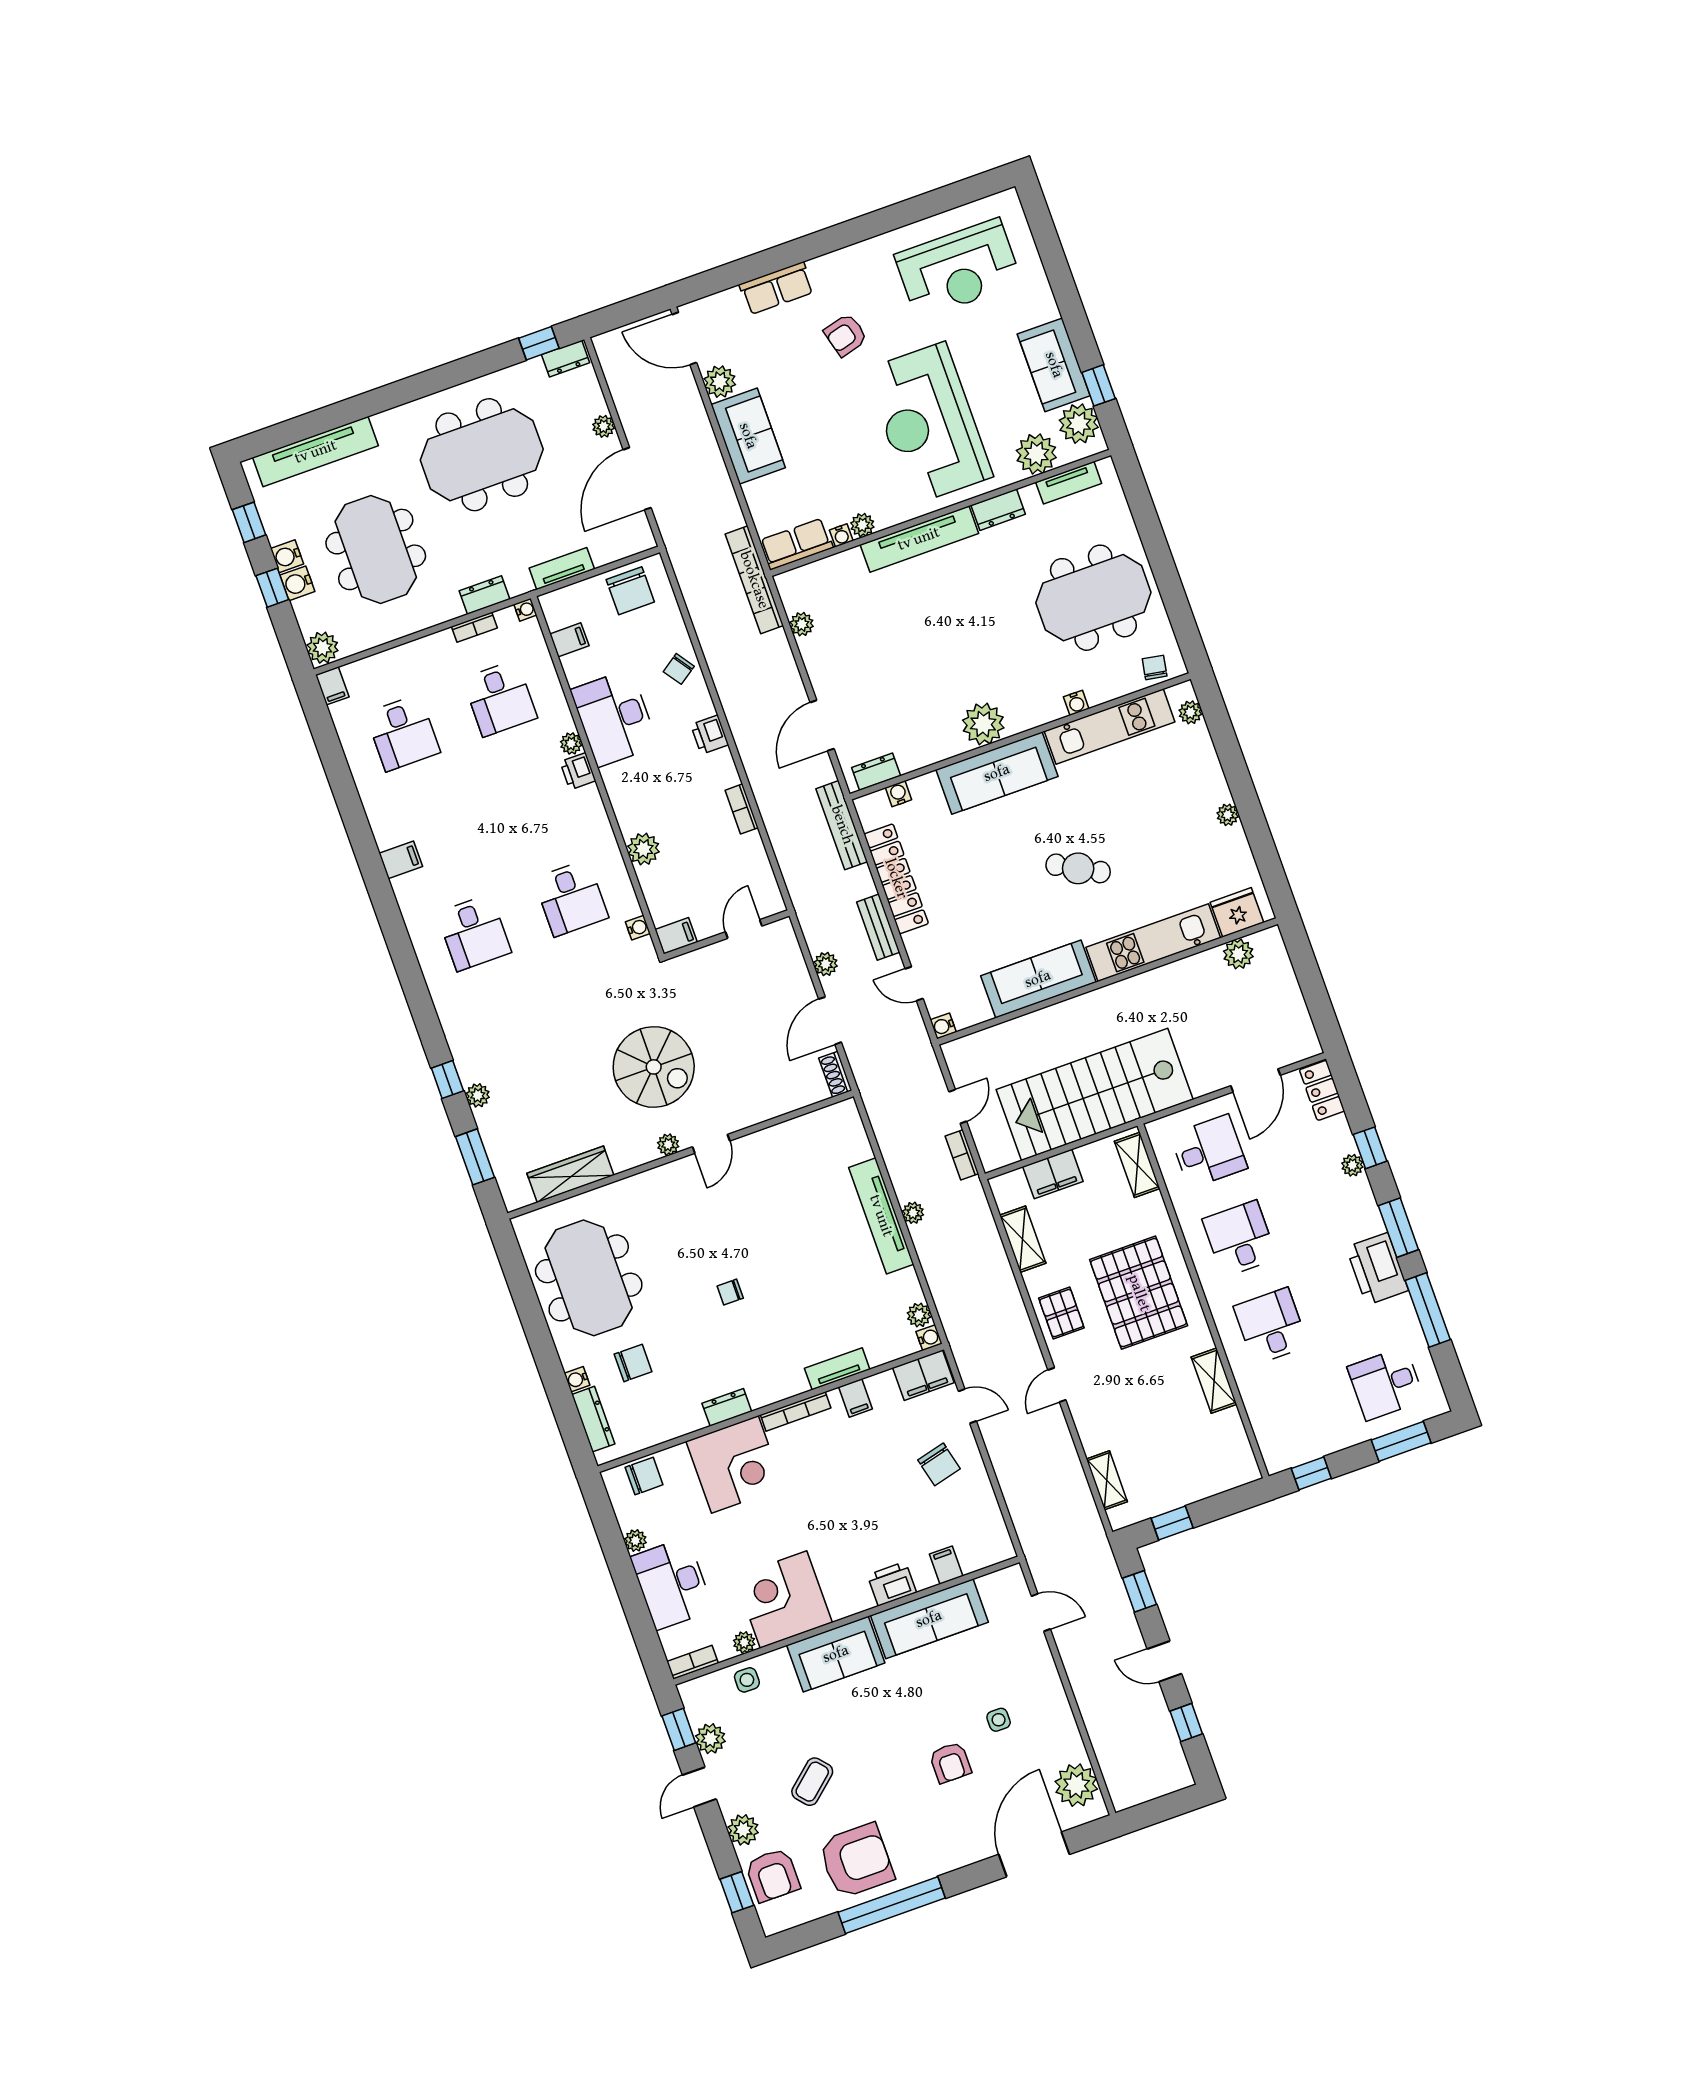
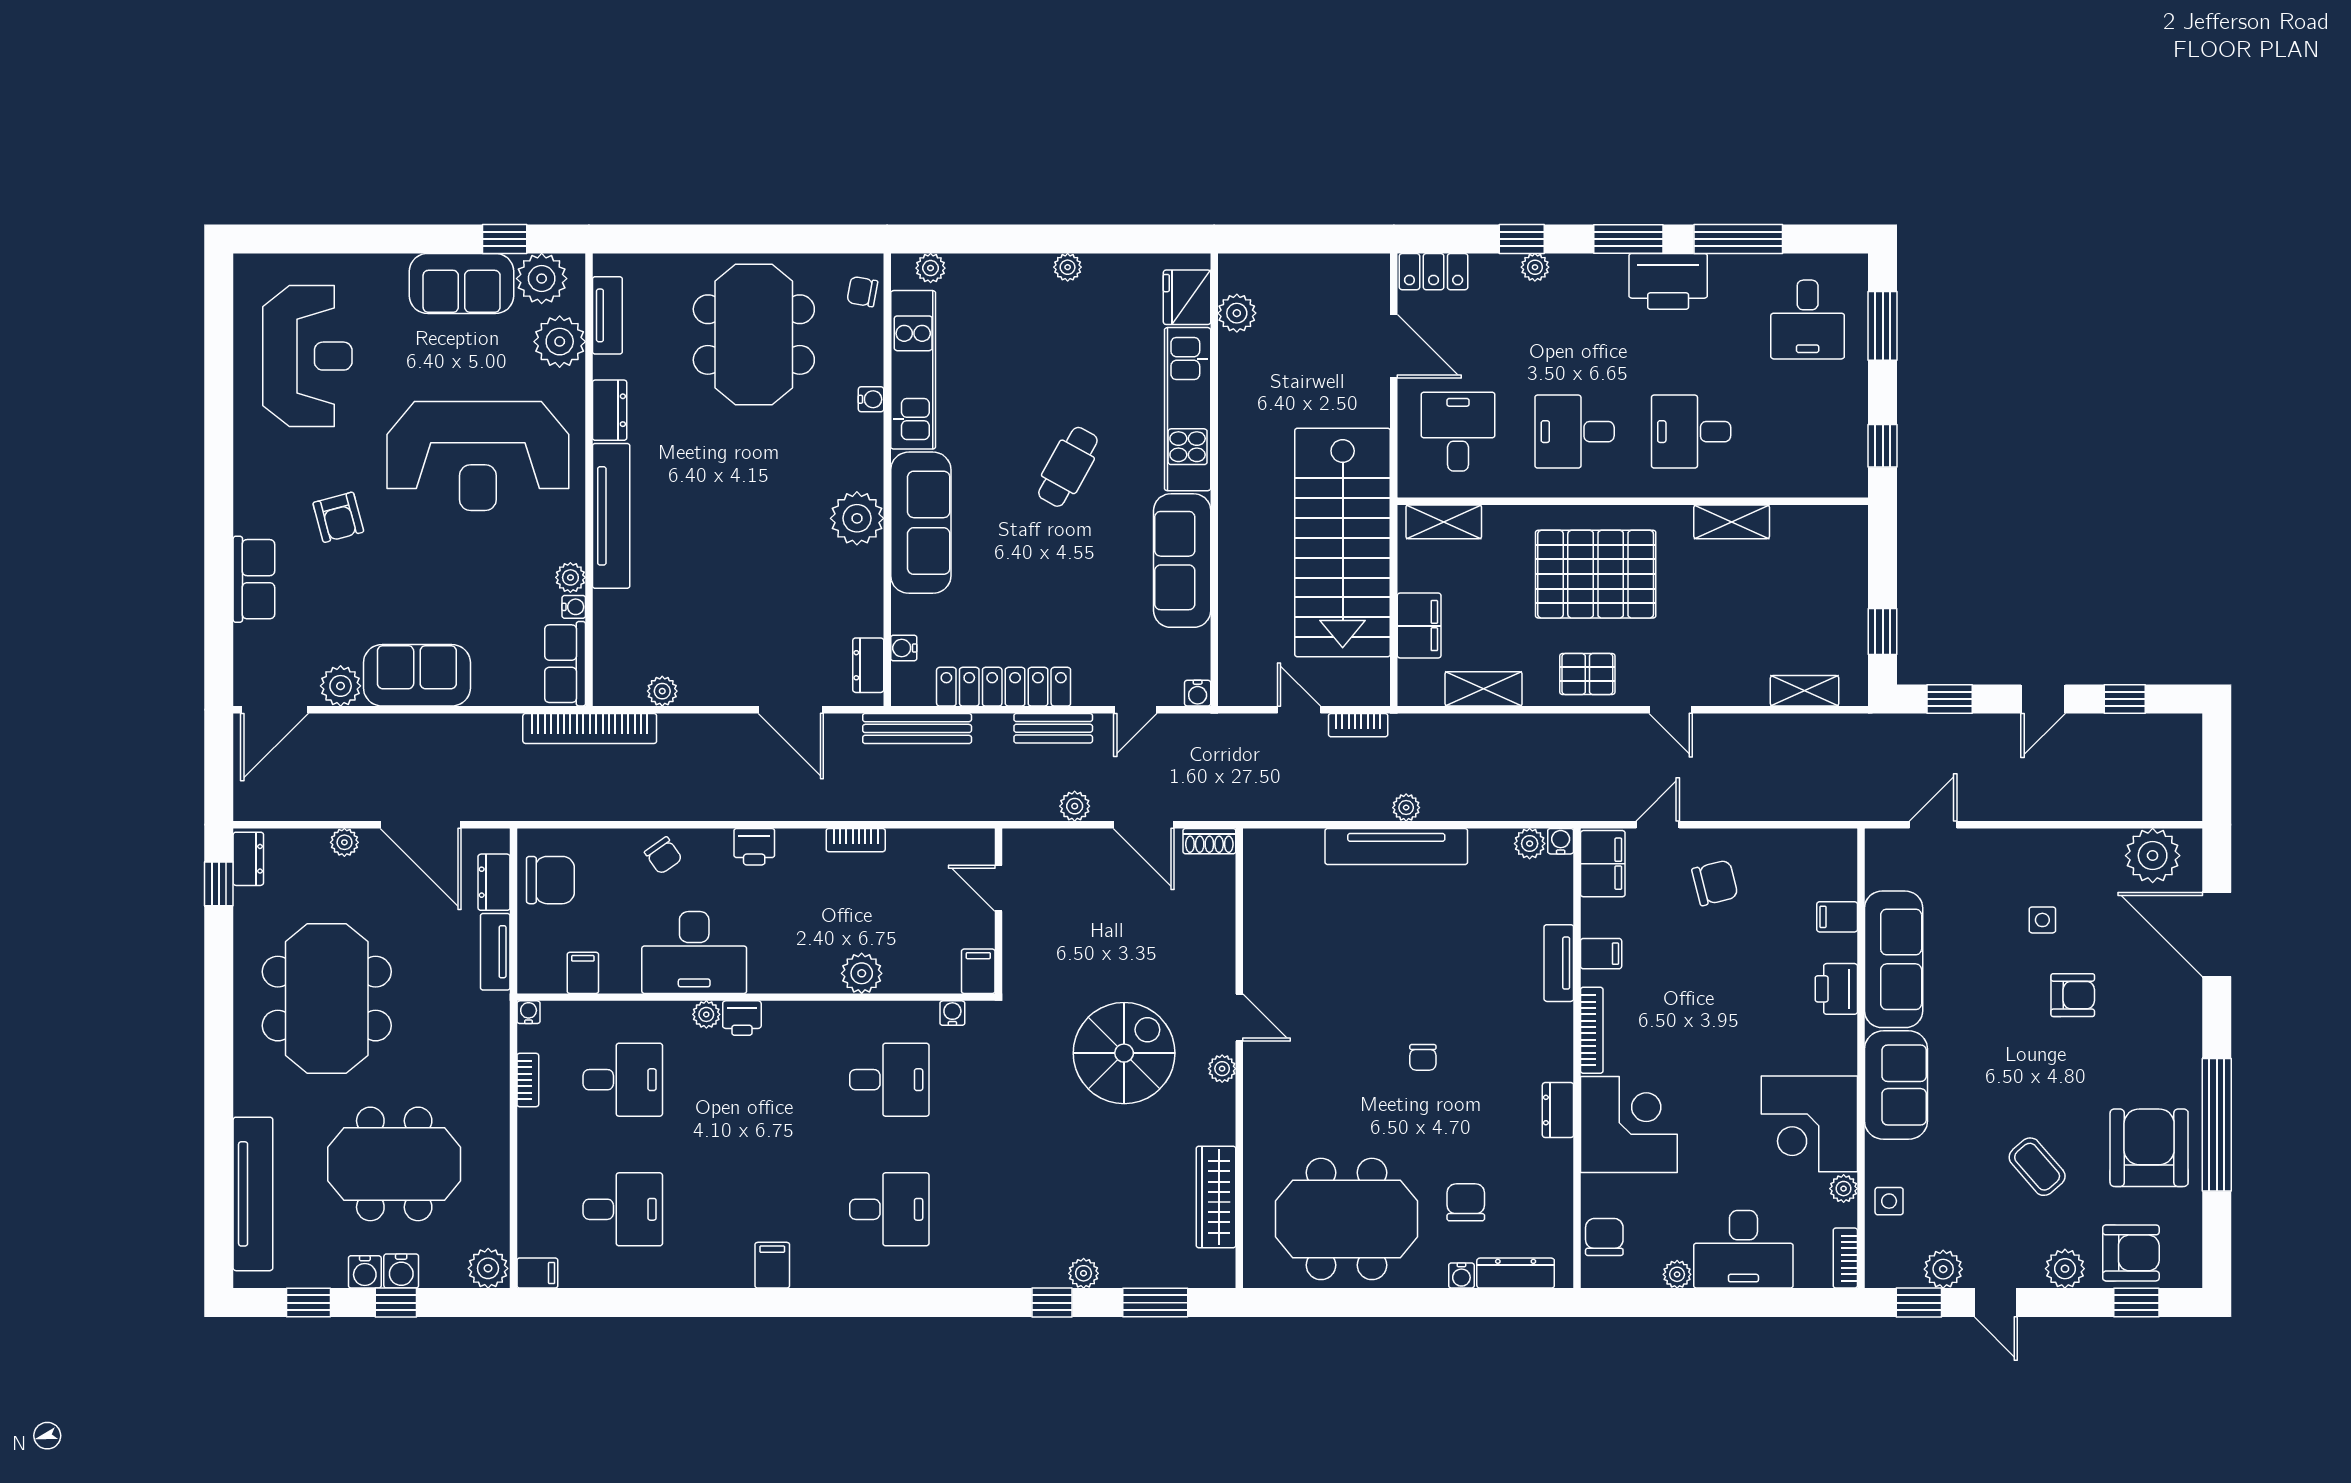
dresser: (485, 595) -> (494, 882), moved

